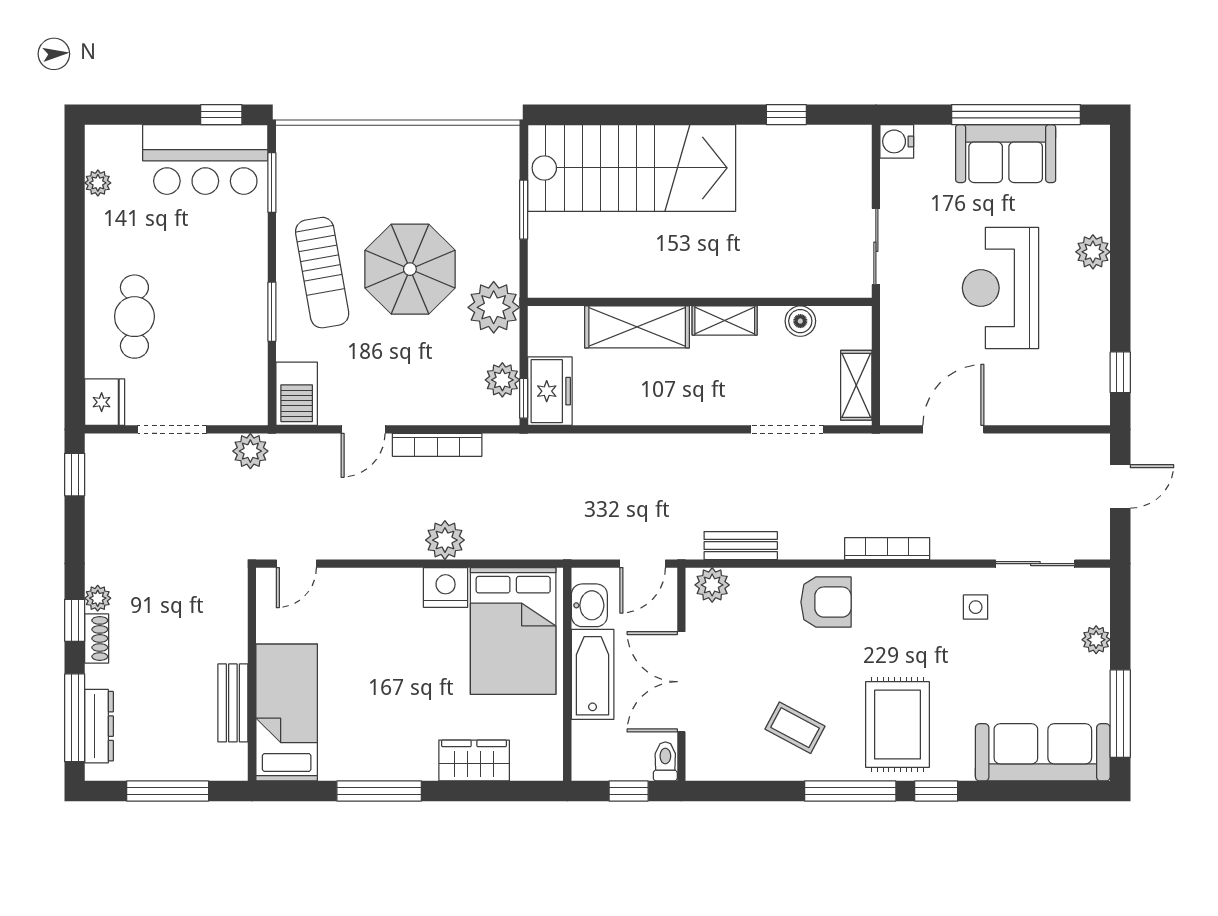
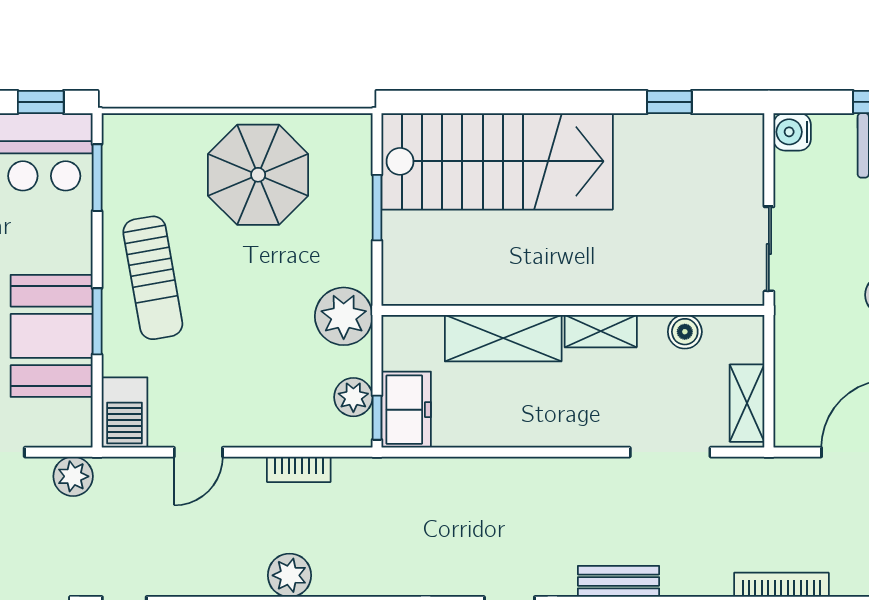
parasol: (410, 269) -> (258, 175), moved
booth: (231, 325) -> (52, 336), added
bookcase: (437, 445) -> (299, 469), width x0.64

